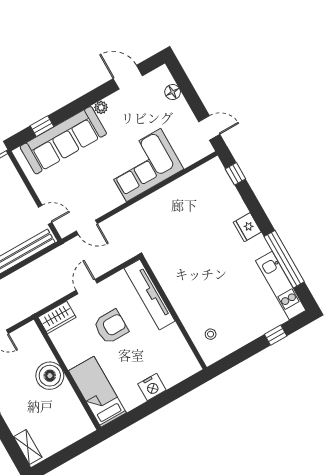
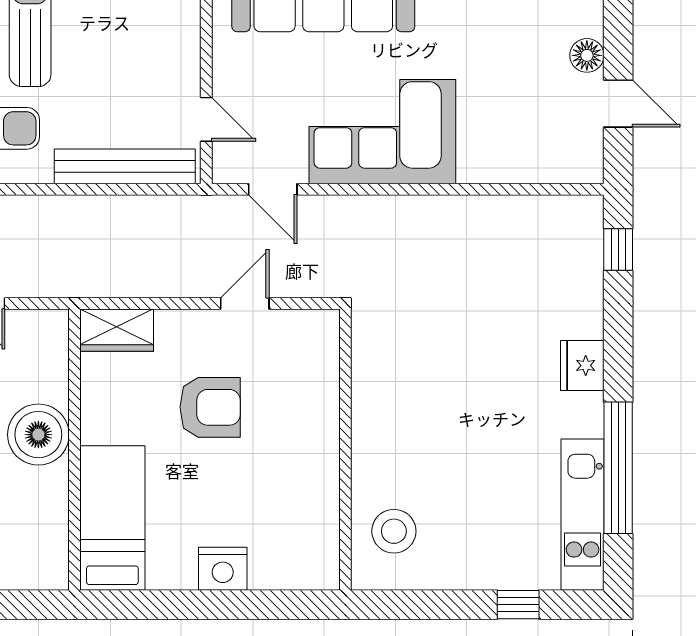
floor lamp: (173, 92) -> (587, 55), moved
door: (209, 128) -> (618, 104), moved
corner sofa: (144, 165) -> (382, 132), moved
door: (87, 287) -> (245, 303), moved
tv unit: (150, 295) -> (320, 388), removed
stool: (211, 334) -> (394, 531), width x1.89, depth x1.89

